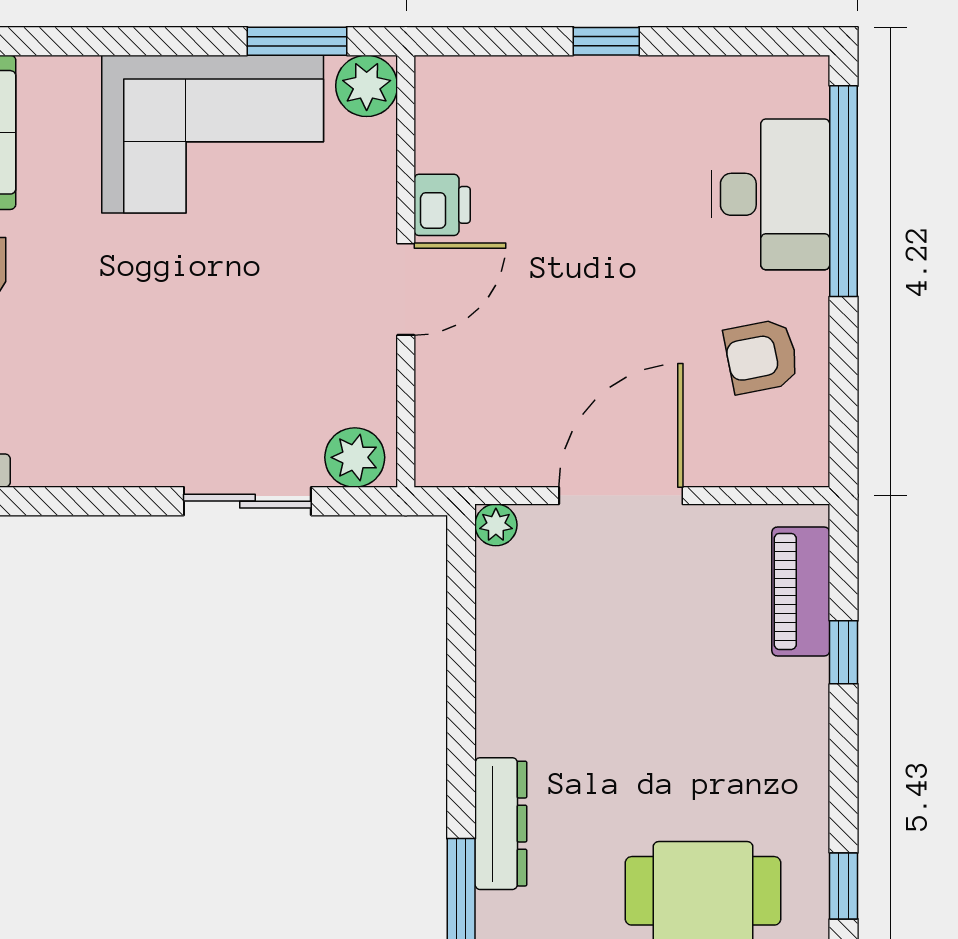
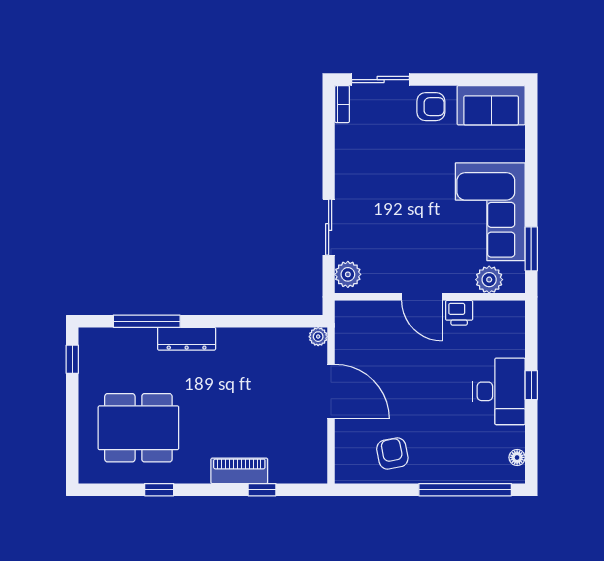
floor lamp: (770, 73) -> (517, 457), added
plant: (367, 86) -> (489, 280), moved
desk: (770, 194) -> (499, 391), moved, turned -90
piano: (801, 591) -> (239, 471), moved

